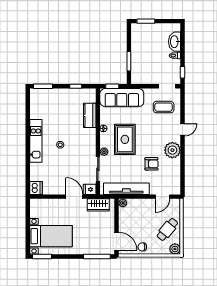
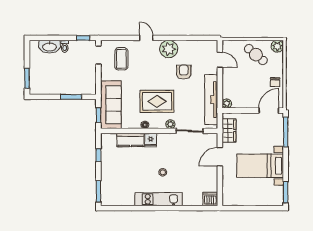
fridge: (90, 189) -> (151, 140), moved
bed with nightstands: (51, 236) -> (260, 166), moved, turned -90

